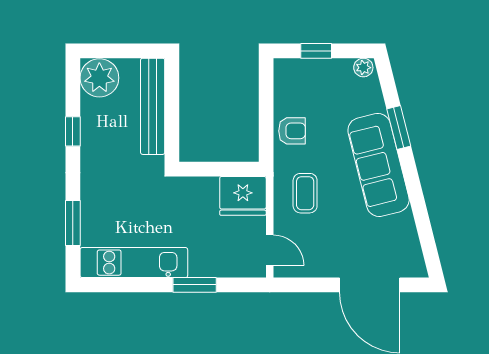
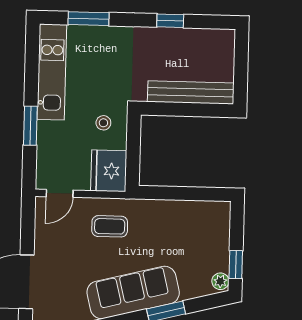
window: (316, 51) -> (236, 265), moved
plant: (99, 78) -> (217, 46), removed
armchair: (292, 131) -> (166, 216), removed
stool: (189, 203) -> (103, 123), added

